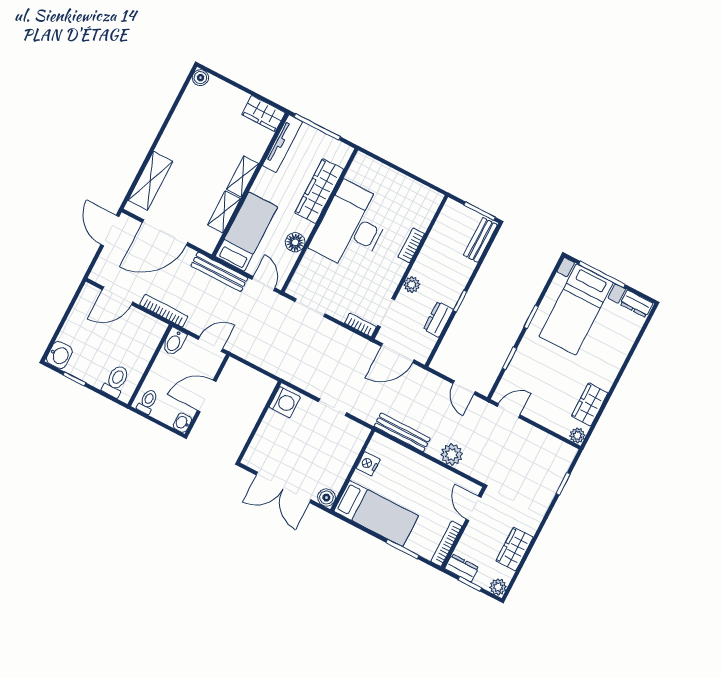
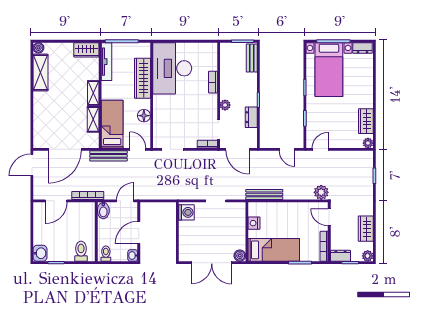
shelving: (150, 181) -> (40, 72), moved
desk: (352, 227) -> (172, 68), moved
door: (110, 231) -> (32, 165), hinge flipped
door: (398, 353) -> (238, 149), hinge flipped
plant: (452, 454) -> (321, 192), moved

